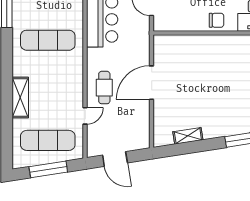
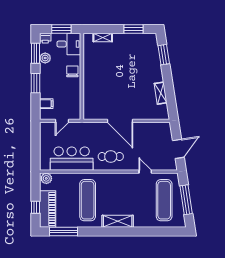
cafe table: (104, 88) -> (111, 156), moved
shelving: (20, 98) -> (118, 221), moved

